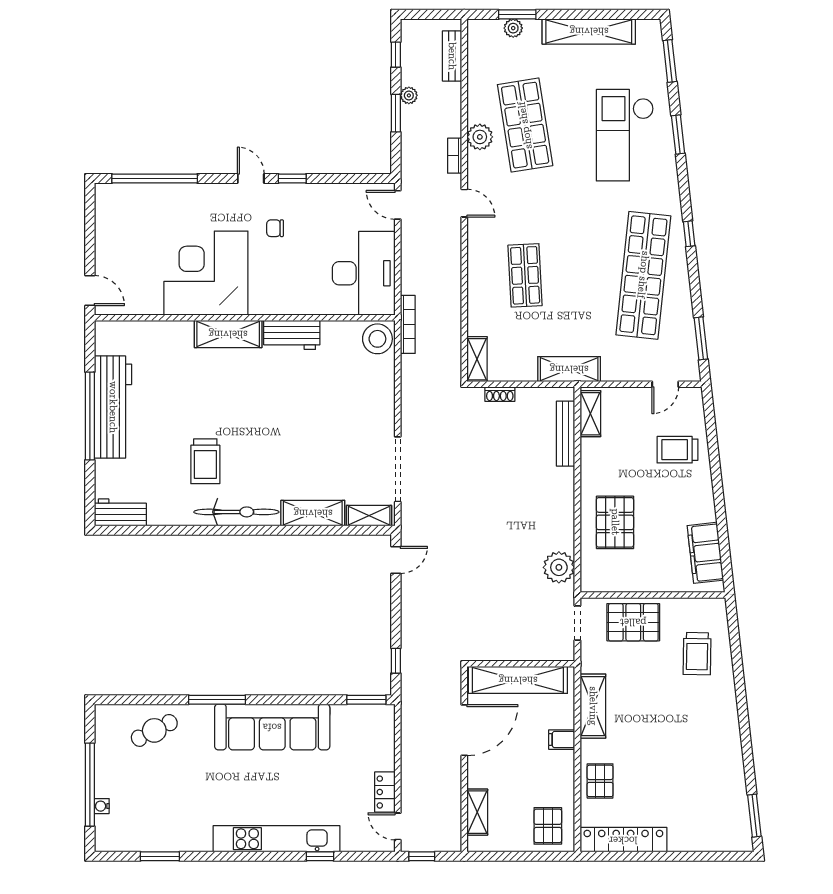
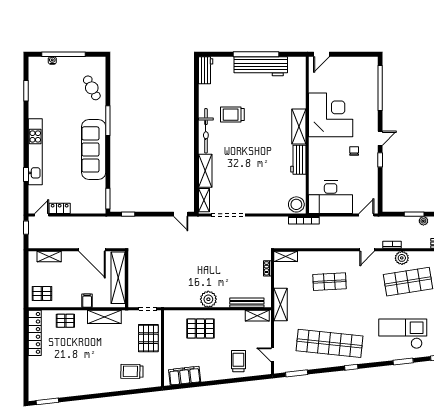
plant: (559, 567) -> (208, 299), moved

